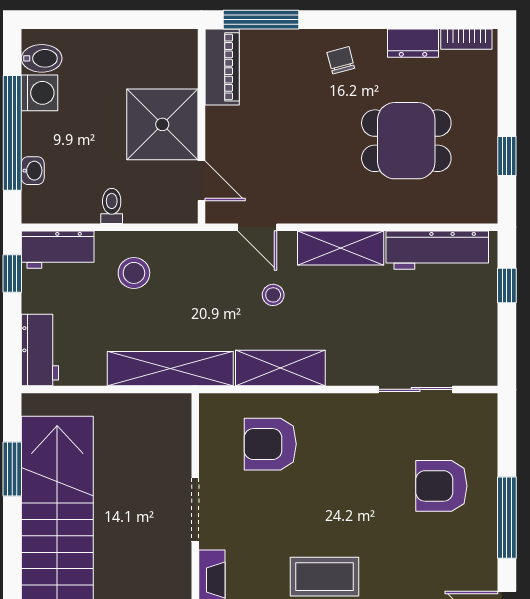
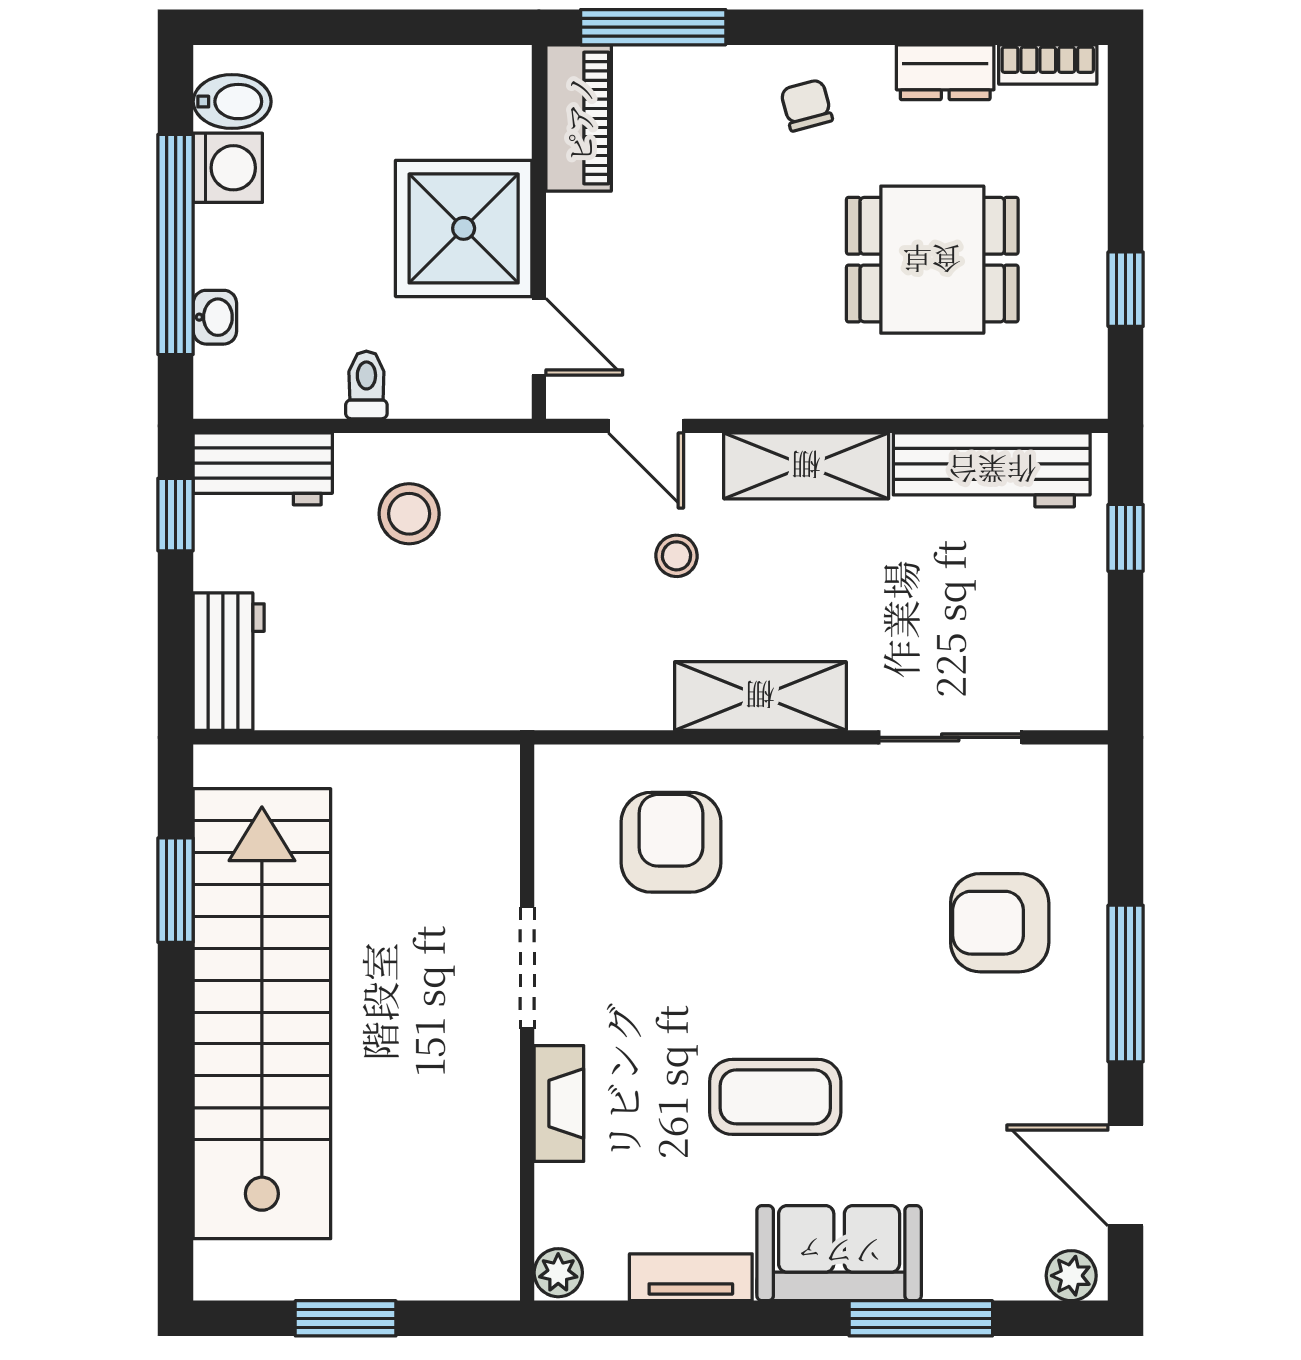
shelving: (280, 368) -> (760, 696), moved
shelving: (170, 369) -> (479, 697), removed
armchair: (270, 444) -> (671, 842), turned 90

